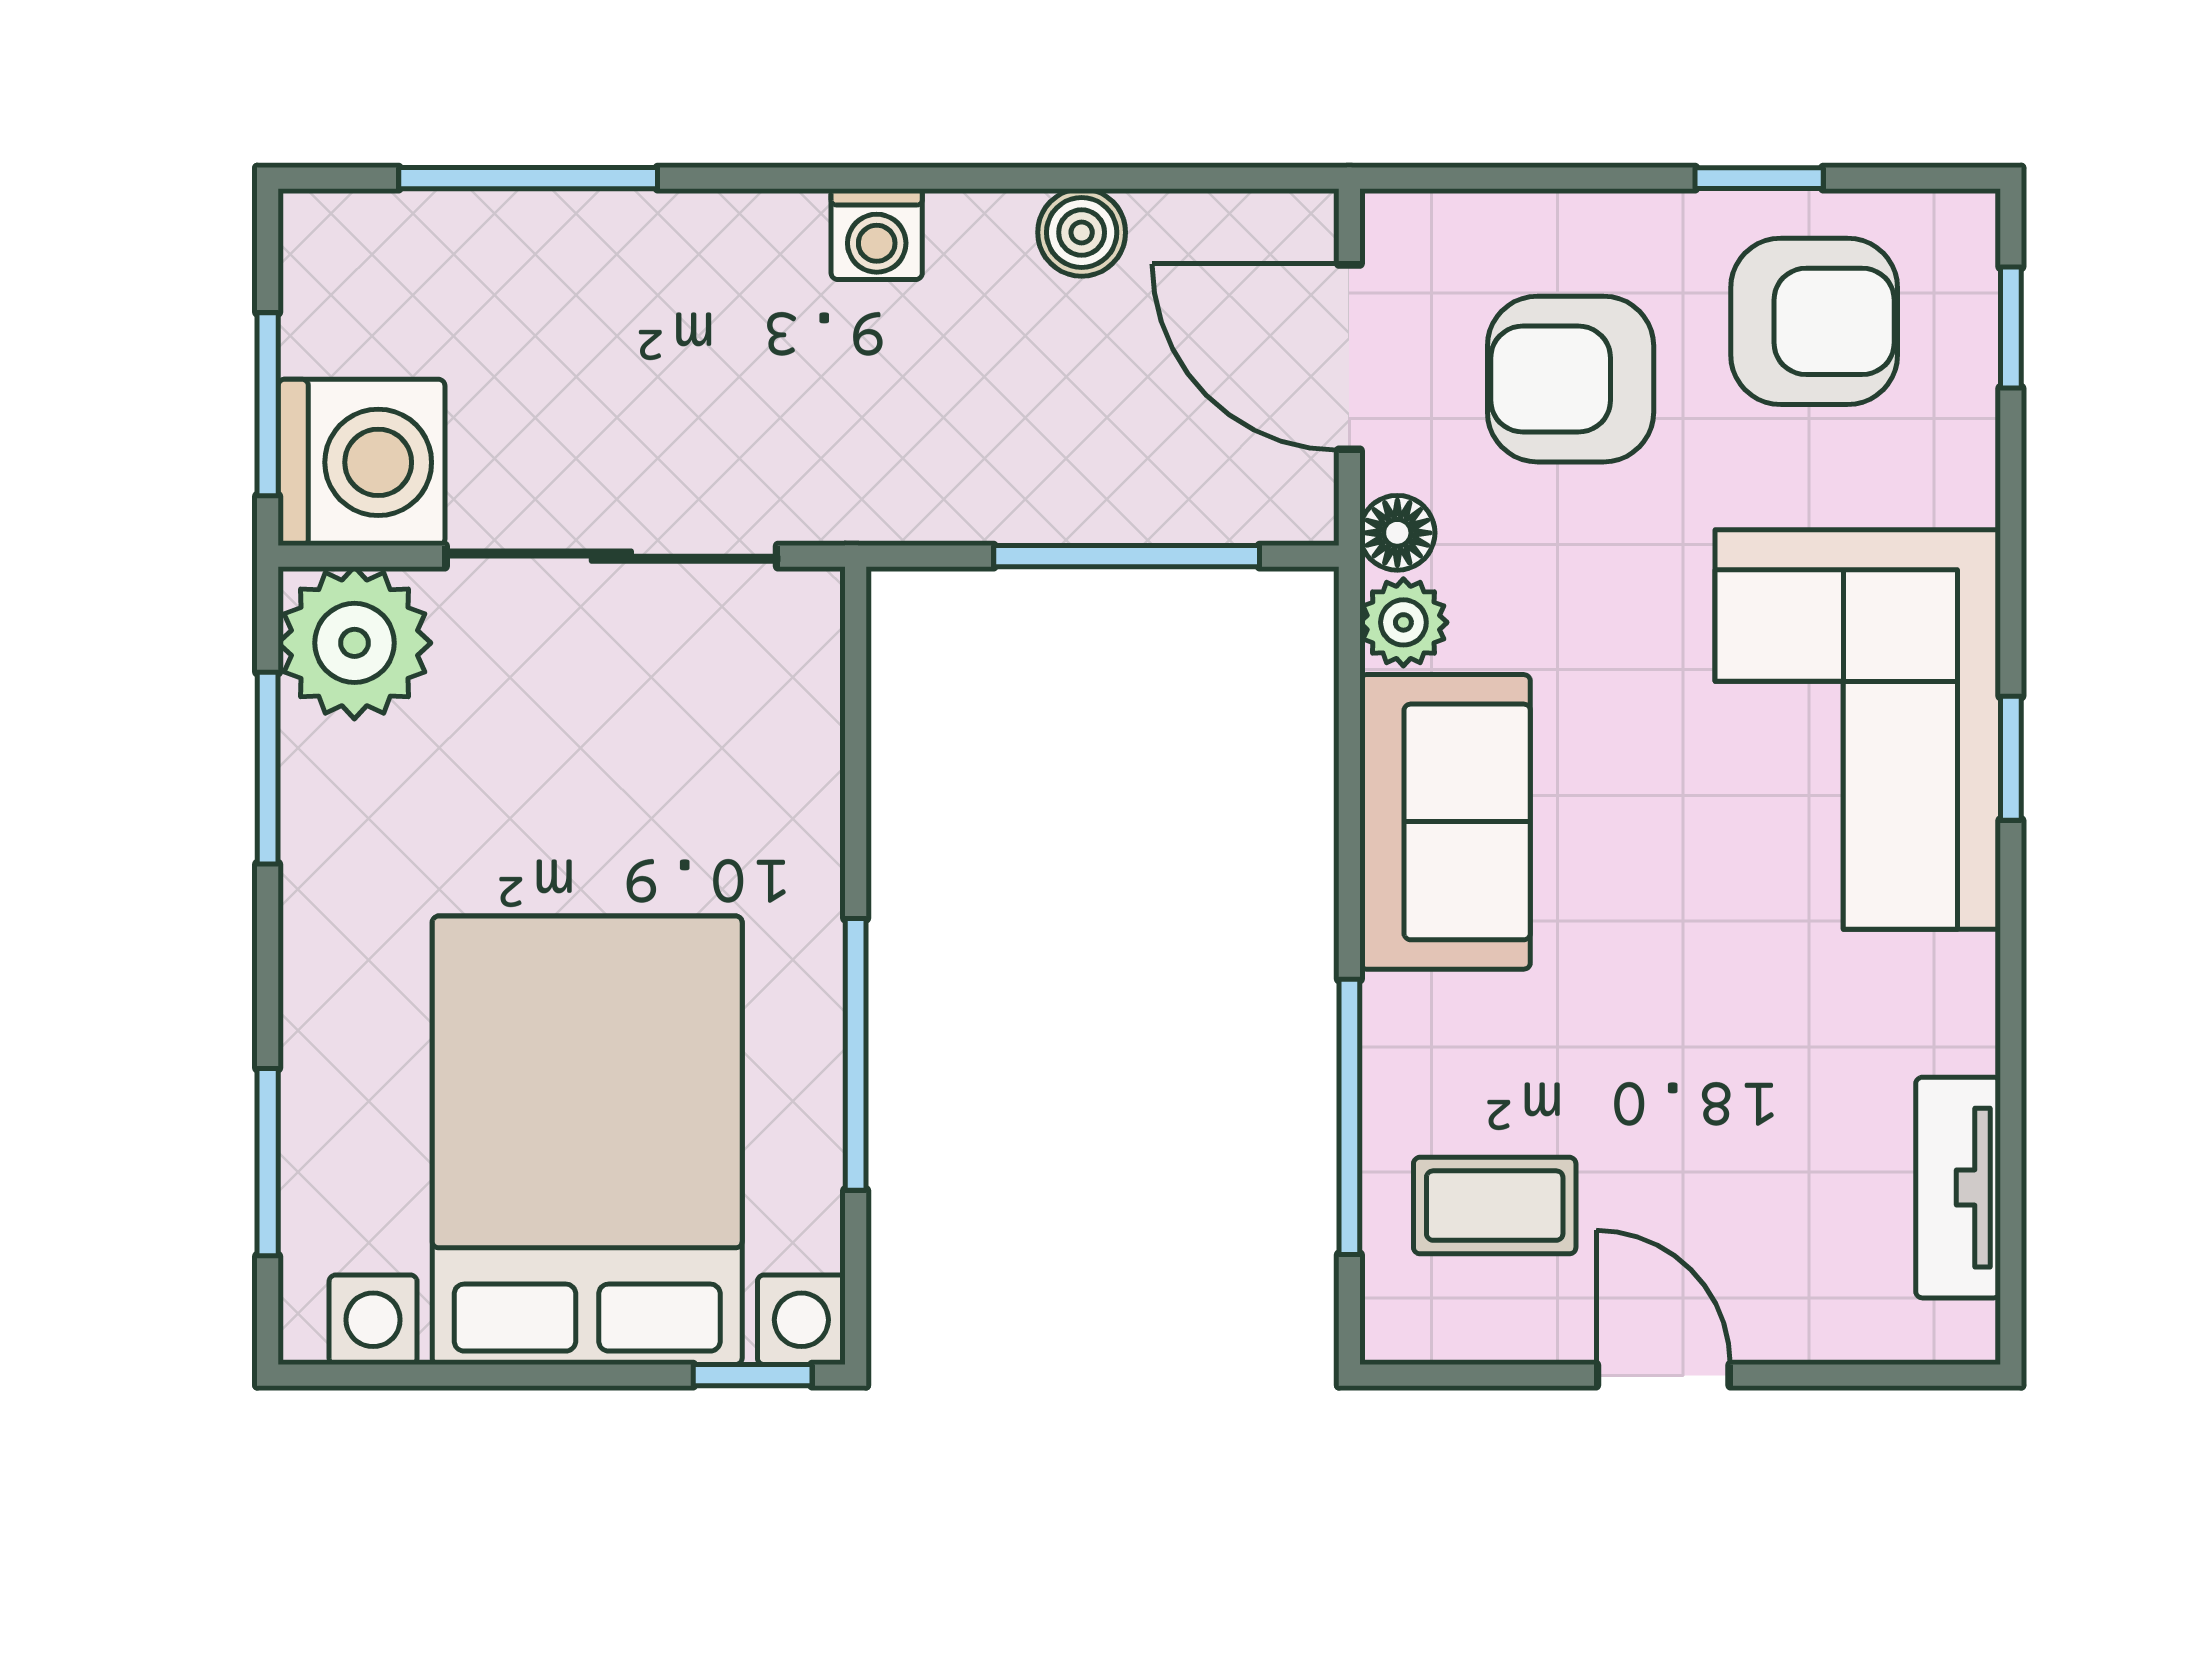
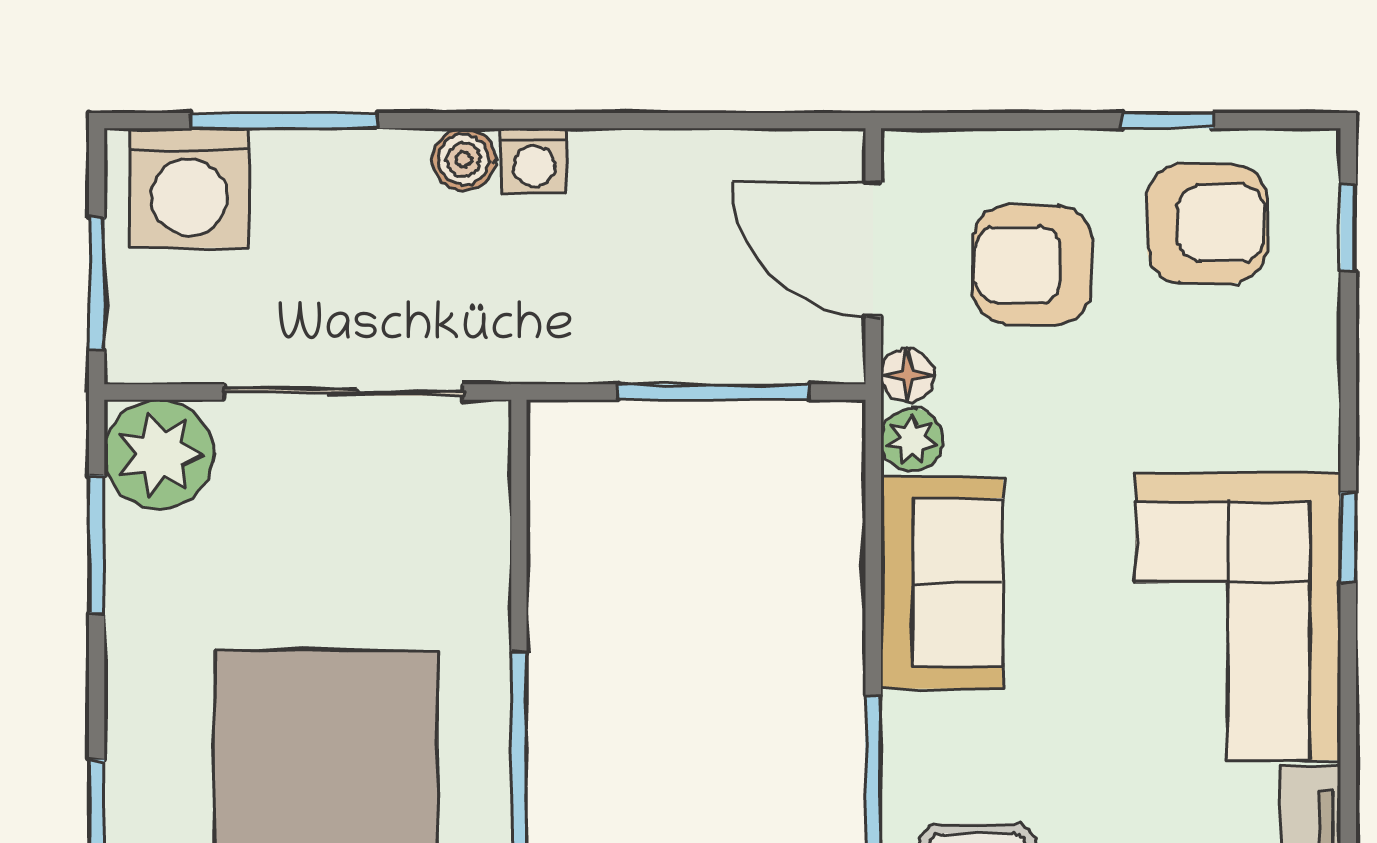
boiler: (1082, 232) -> (464, 160), moved
washing machine: (362, 462) -> (189, 188), moved, turned 90
corner sofa: (1858, 729) -> (1238, 617), moved

